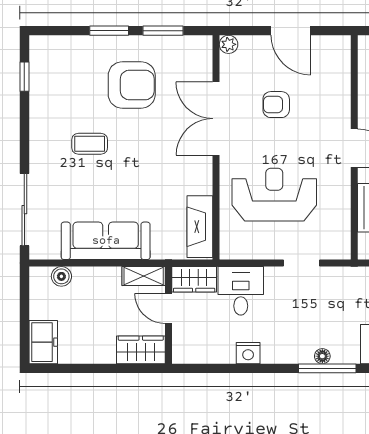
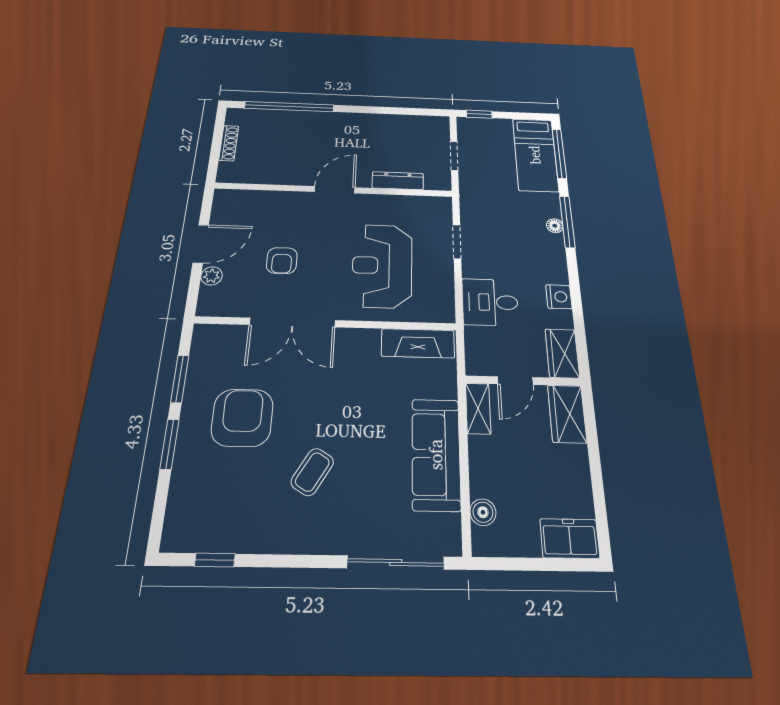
plant: (229, 44) -> (212, 276), moved
coffee table: (90, 144) -> (312, 472), turned 31
wardrobe: (194, 279) -> (562, 353), moved, turned 180

